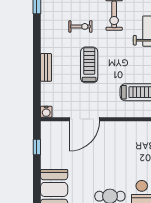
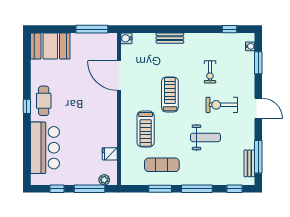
treadmill: (89, 65) -> (170, 94), moved, turned -90
window: (37, 147) -> (92, 29), width x2.17

